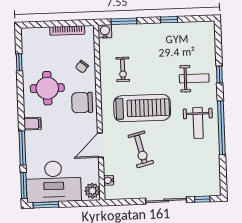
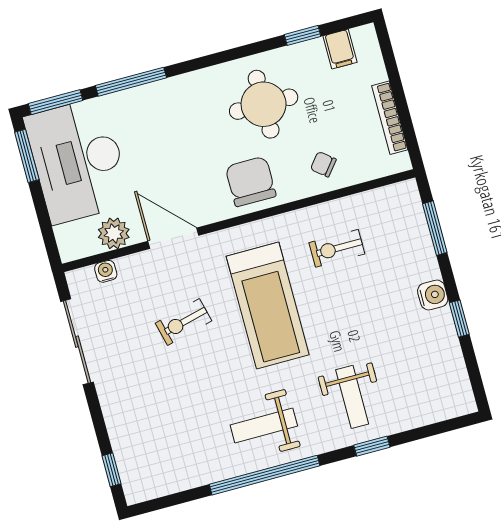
water cooler: (105, 31) -> (433, 295), moved
filing cabinet: (33, 124) -> (340, 49), moved
exercise bike: (141, 149) -> (184, 322), width x0.73, depth x0.72
plant: (92, 191) -> (114, 233), moved
sliding door: (166, 200) -> (77, 342), moved

